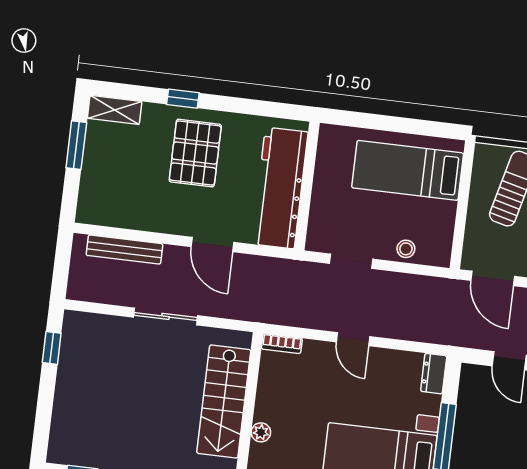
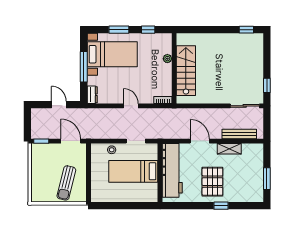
shelving: (115, 110) -> (229, 149), moved
bed: (408, 170) -> (133, 171), moved, turned 180
sliding door: (165, 316) -> (245, 106), moved

